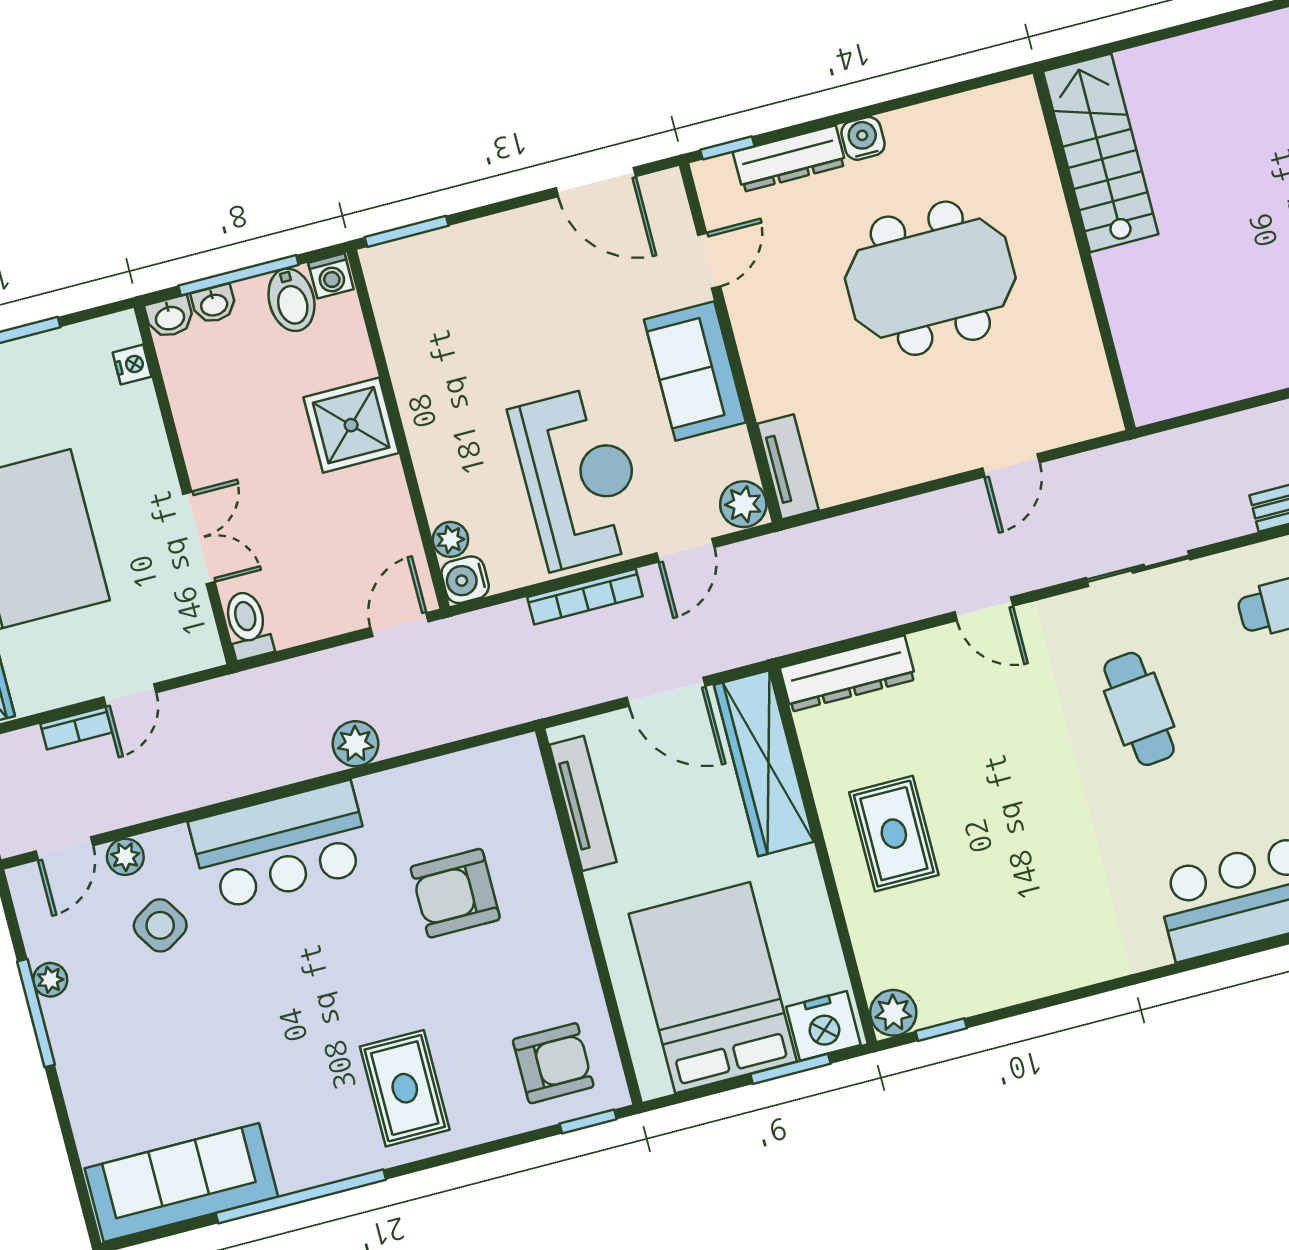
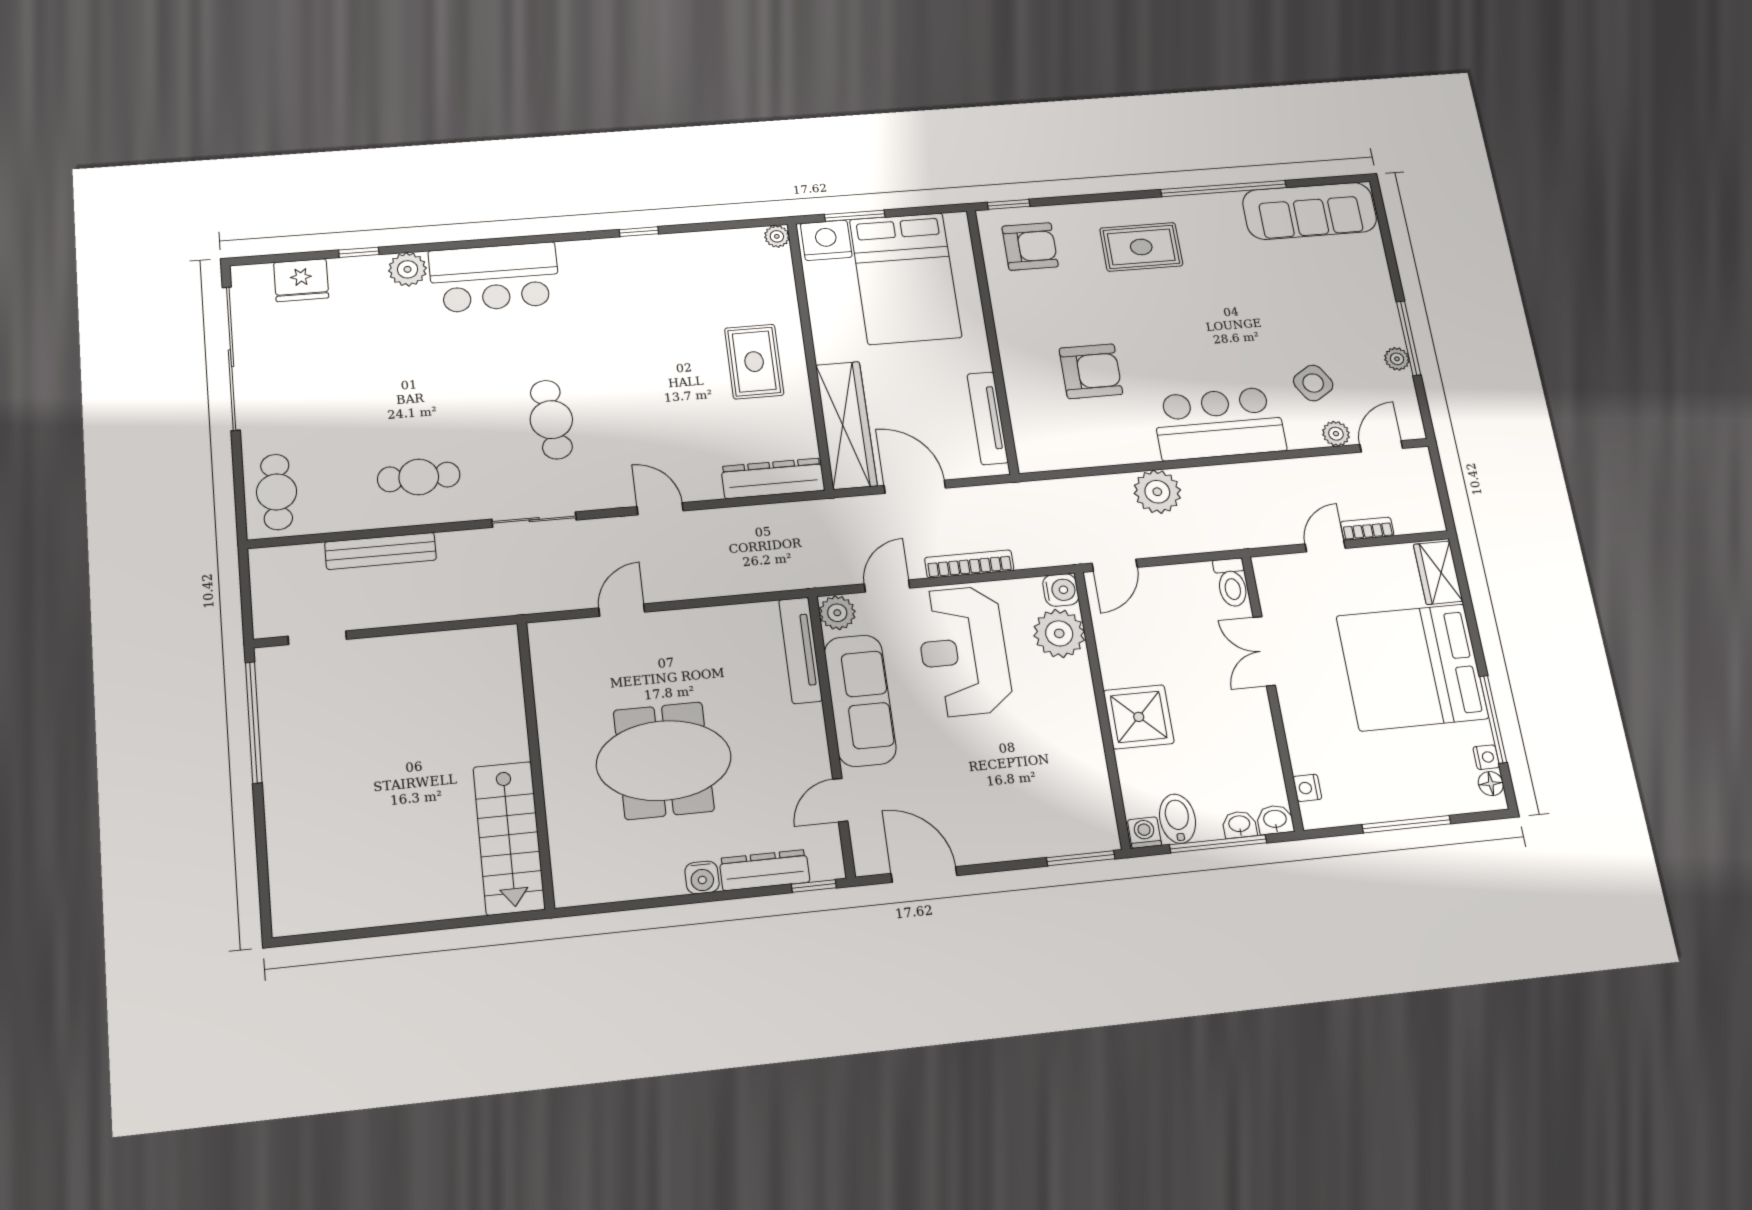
sofa: (695, 371) -> (860, 700), width x1.36
tv unit: (788, 467) -> (800, 650), width x1.41
plant: (450, 539) -> (1059, 633), width x1.88, depth x1.88
plant: (356, 744) -> (1157, 492), width x1.36, depth x1.36
plant: (893, 1013) -> (777, 236), width x0.73, depth x0.73
window: (941, 1030) -> (639, 232), moved
armchair: (553, 1063) -> (1030, 246), turned 180
rug: (405, 1088) -> (1141, 247), turned 90

